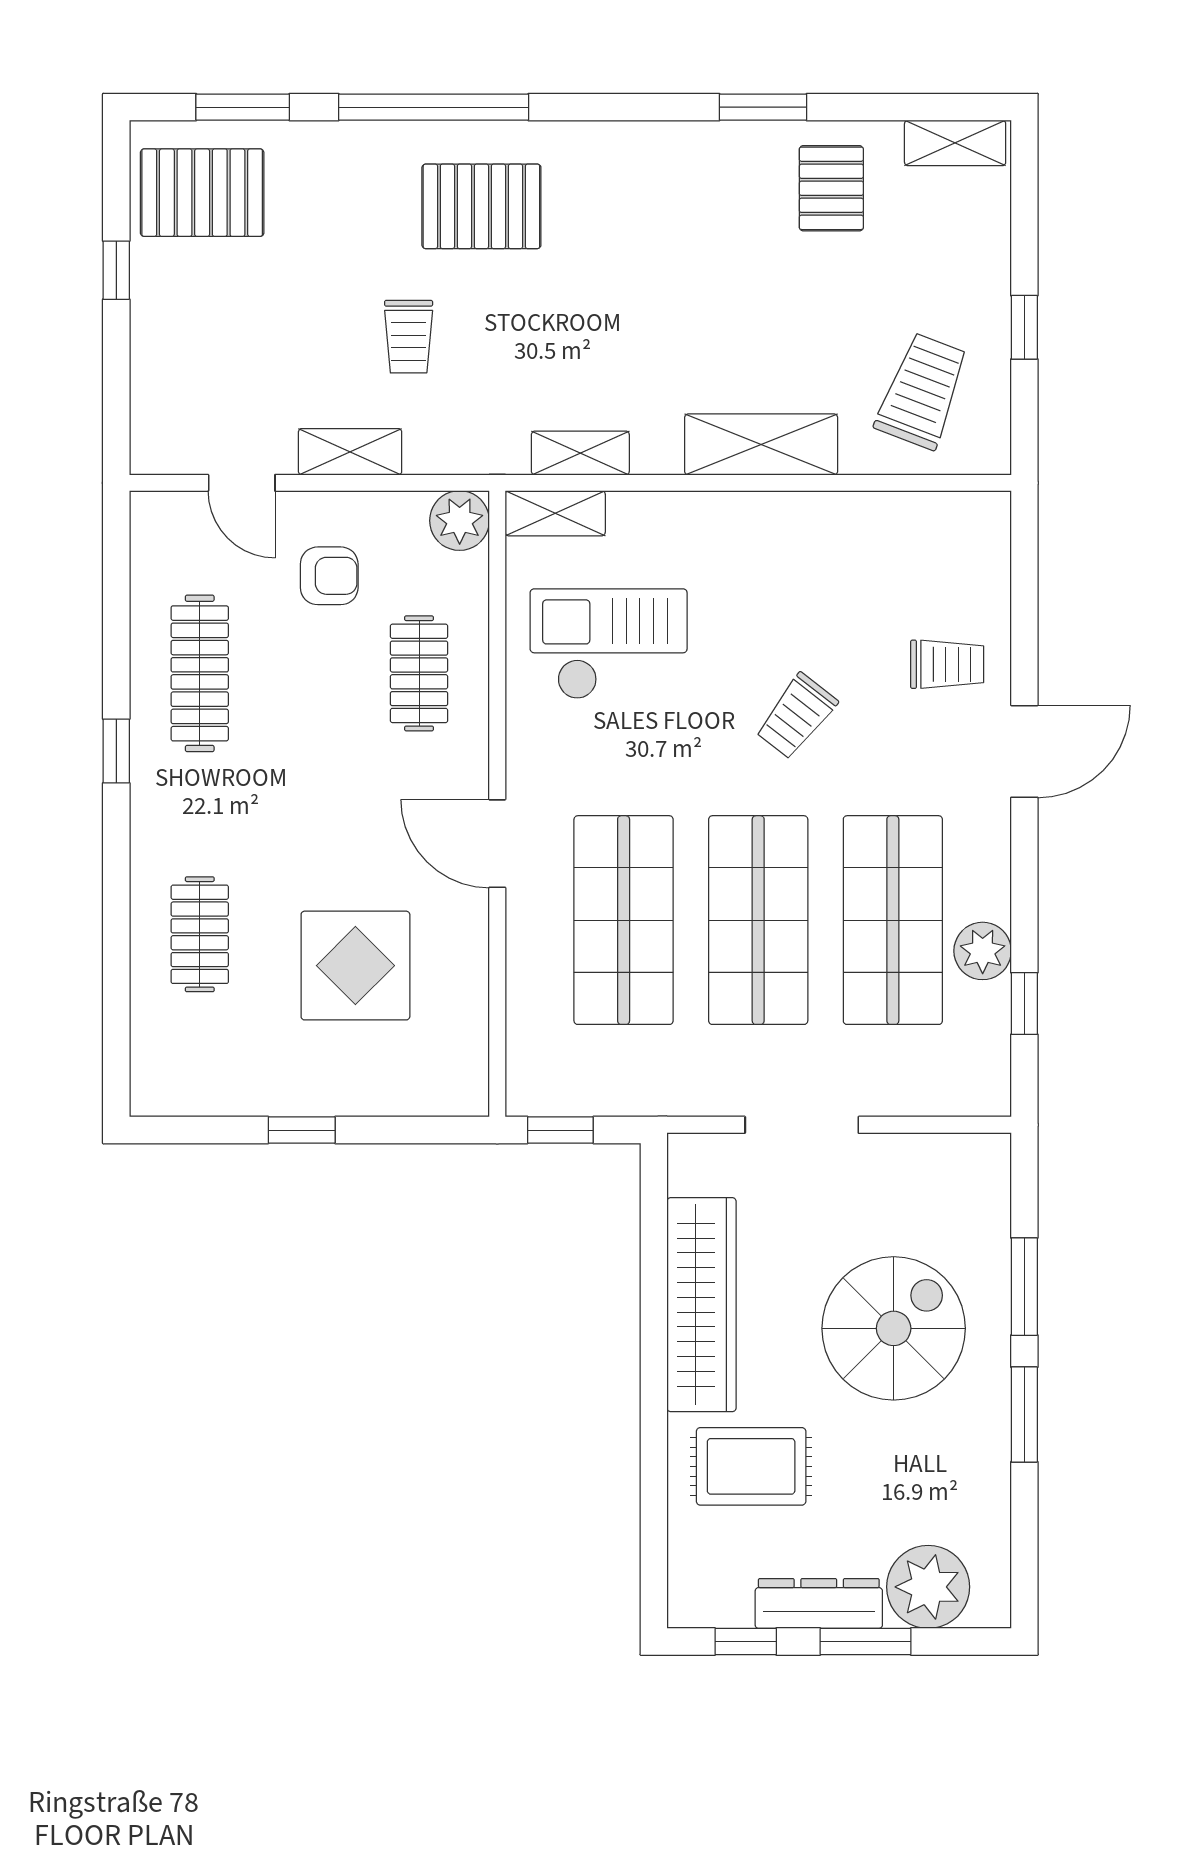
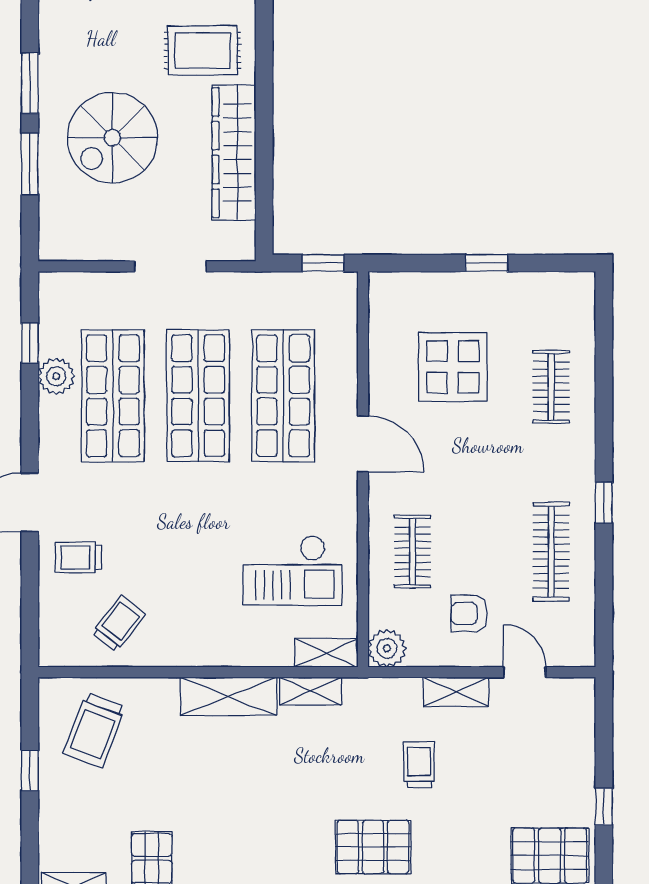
shelving: (761, 444) -> (229, 696), moved
trolley: (796, 716) -> (118, 624), moved

